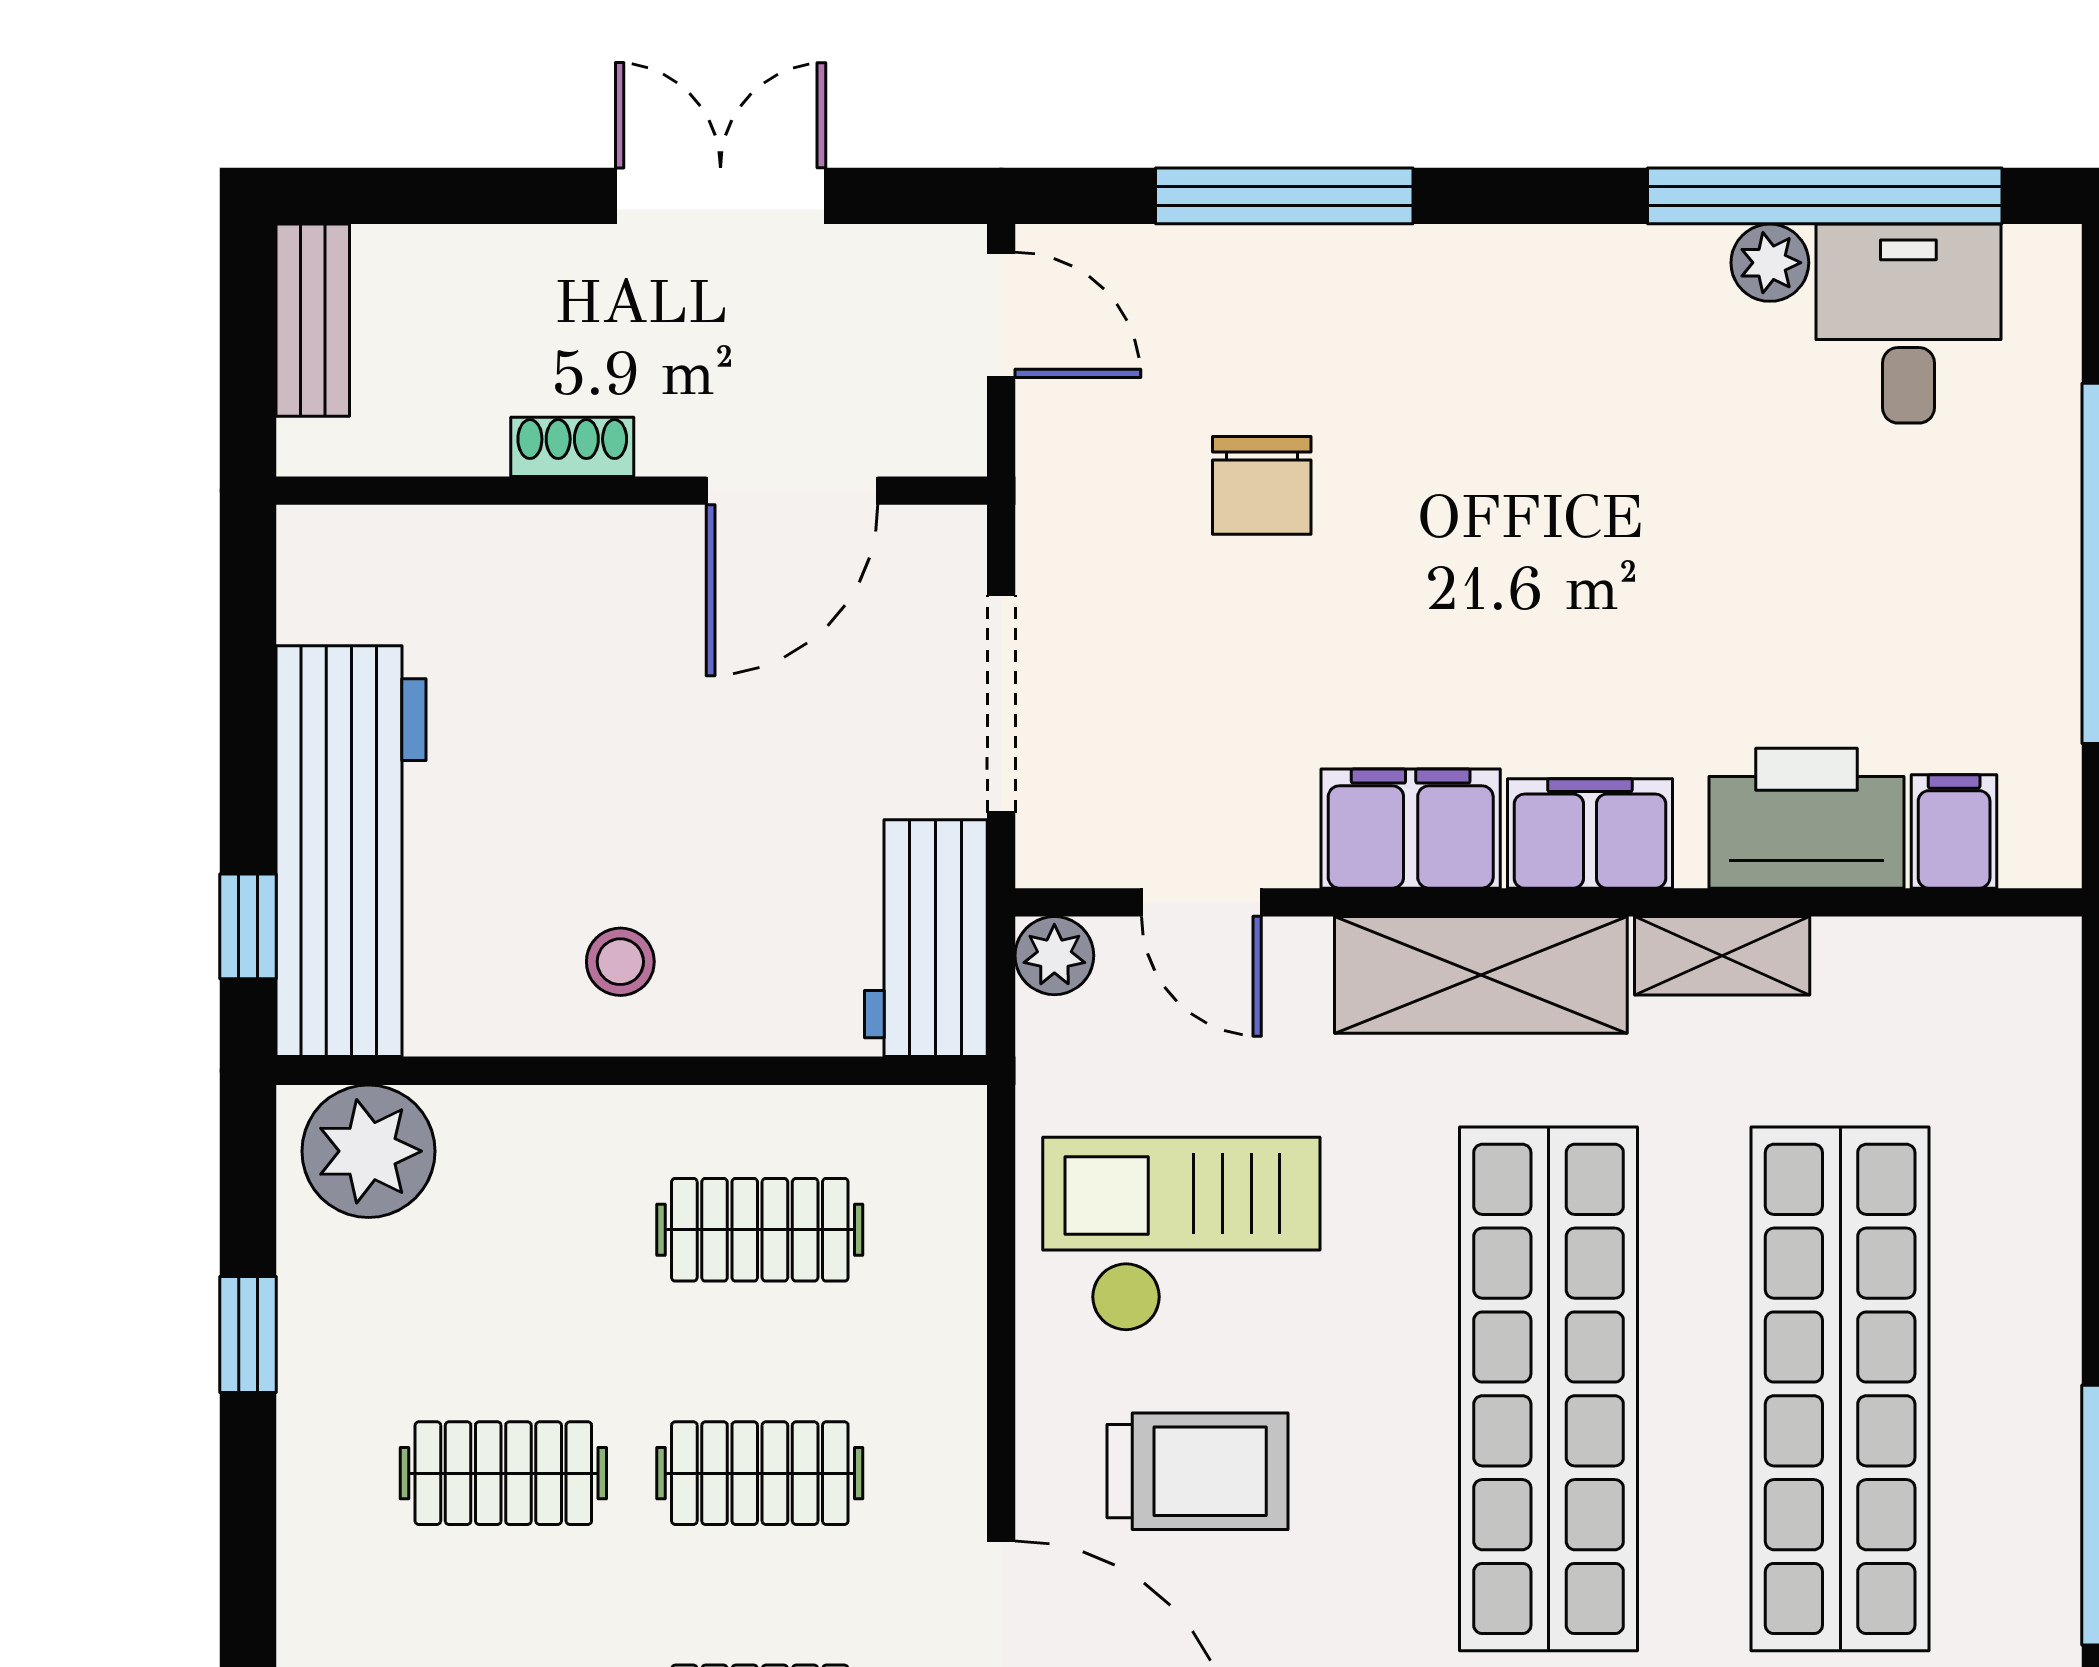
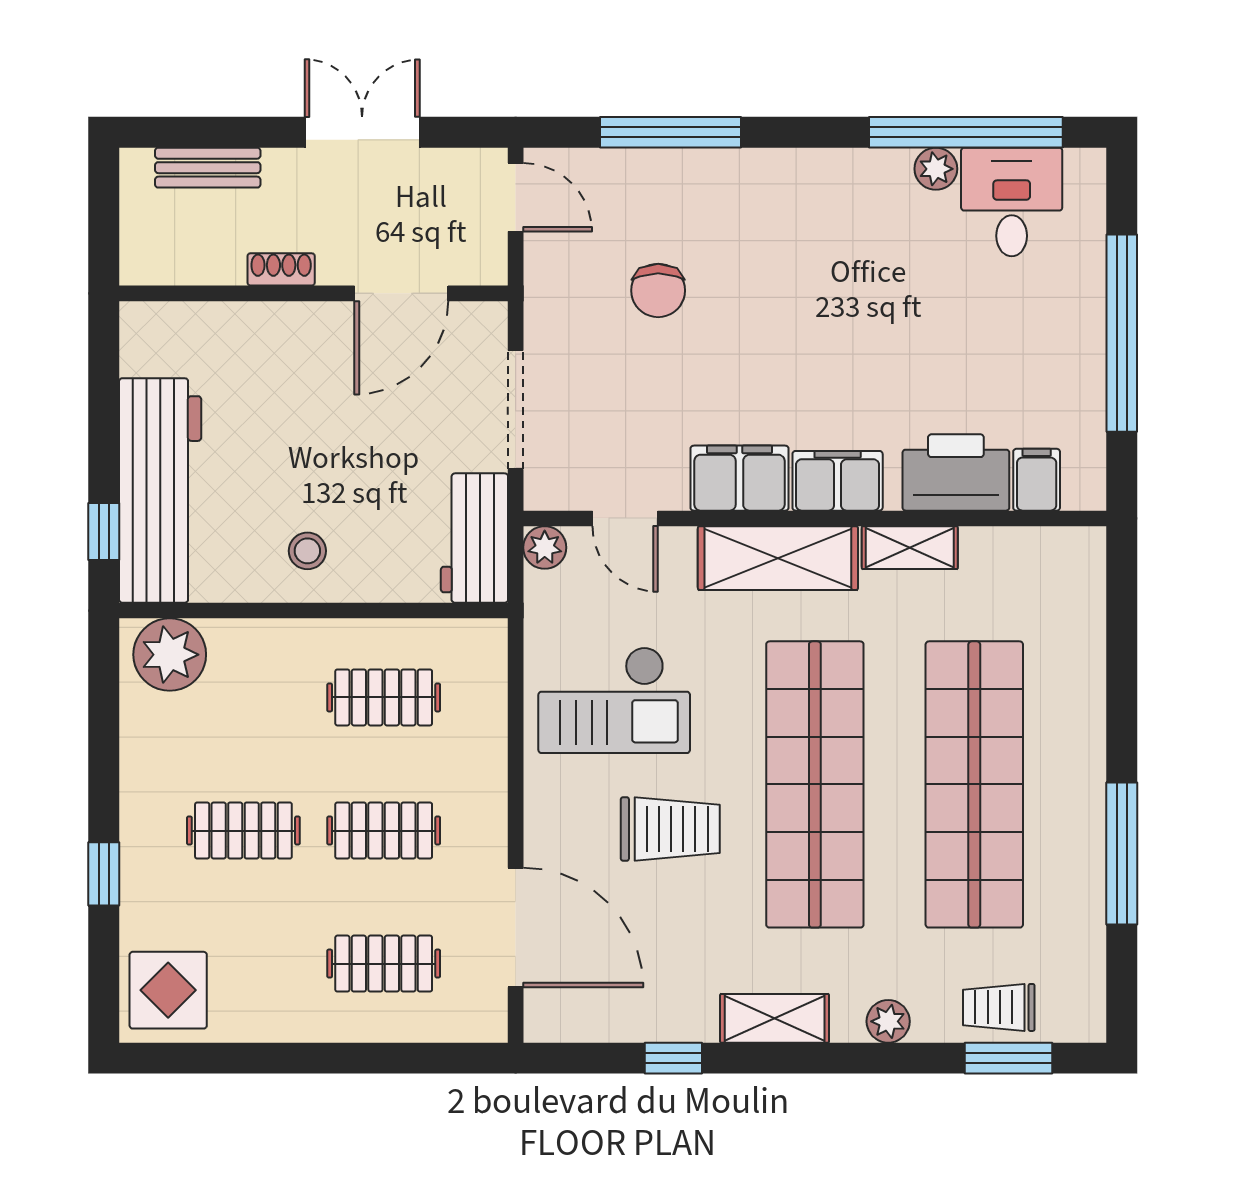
bench: (313, 320) -> (208, 168), moved, turned 90
checkout: (1181, 1234) -> (614, 700), turned 180
window: (248, 1335) -> (104, 874), moved
trolley: (1197, 1471) -> (670, 829), moved

